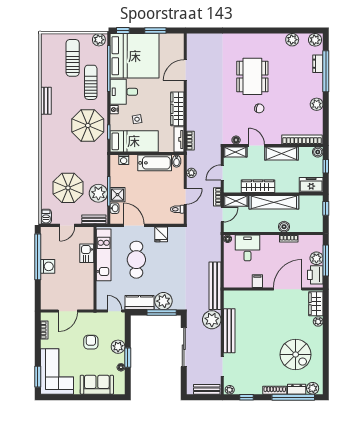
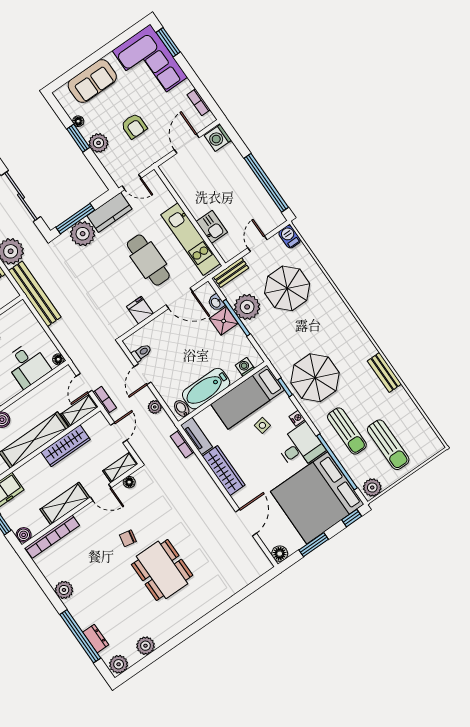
floor lamp: (178, 39) -> (280, 554), added
washing machine: (48, 266) -> (218, 138), moved

